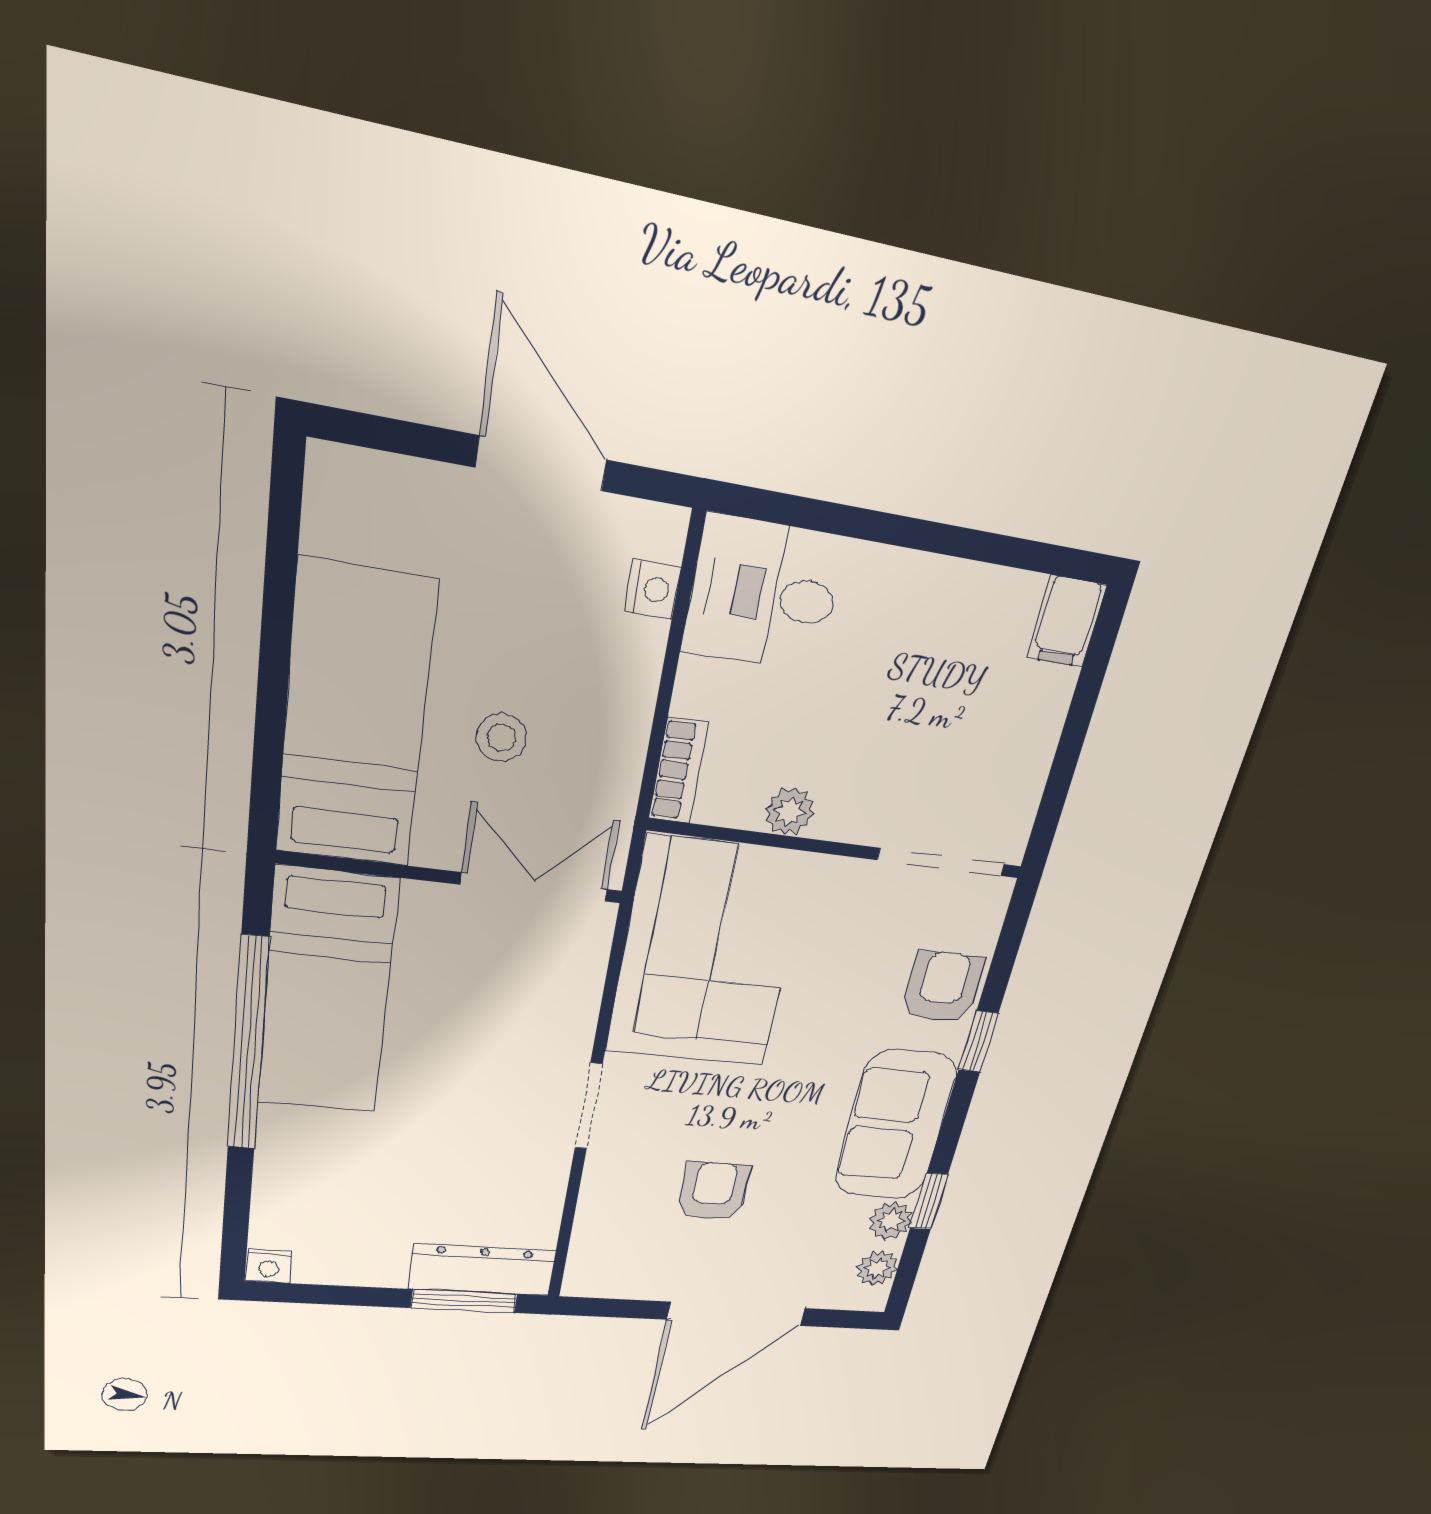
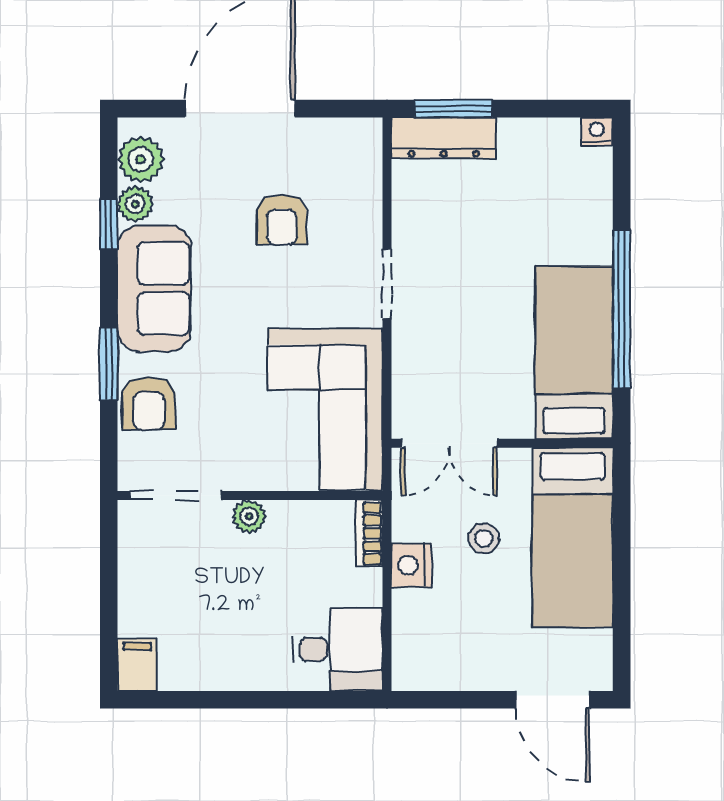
door: (541, 464) -> (553, 700), moved
nightstand: (653, 589) -> (411, 565), moved, width x1.39, depth x1.35
plant: (790, 811) -> (249, 516), moved
window: (978, 1042) -> (109, 364), width x1.50
plant: (877, 1268) -> (141, 159), width x1.38, depth x1.38

